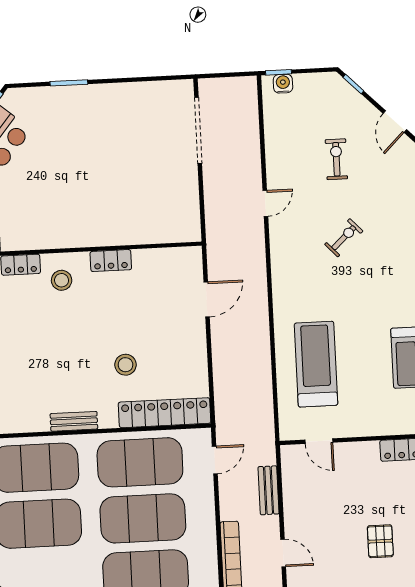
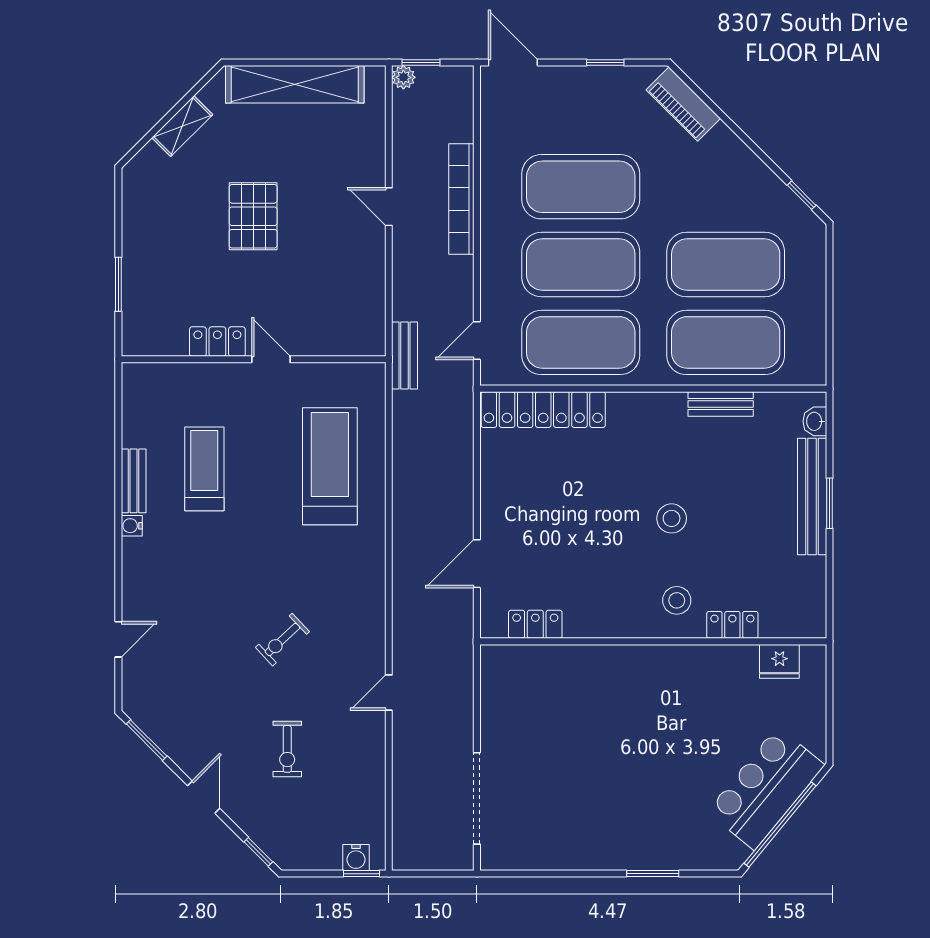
locker: (111, 261) -> (535, 624), moved
treadmill: (316, 364) -> (330, 466), turned 180
stool: (125, 365) -> (672, 518), moved
bench: (74, 421) -> (721, 404), moved
door: (319, 441) -> (271, 359), moved
bench: (269, 490) -> (405, 356), moved
pallet: (380, 541) -> (253, 216), width x1.50, depth x1.42

